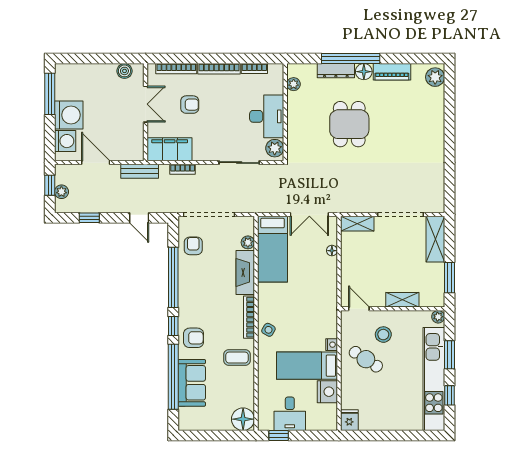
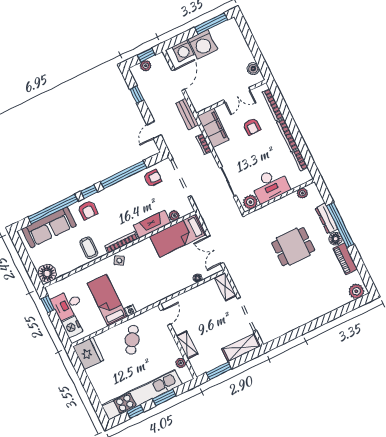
plant: (438, 317) -> (181, 363), moved
stool: (383, 335) -> (156, 344), removed
sofa: (192, 383) -> (49, 227), width x1.36
nightstand: (327, 392) -> (72, 327), moved, turned 90
fridge: (349, 420) -> (88, 353), width x1.88, depth x1.34

